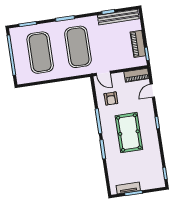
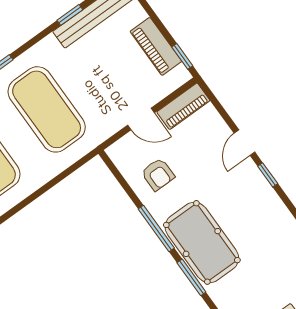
door: (103, 73) -> (141, 119), moved
door: (152, 91) -> (244, 143), moved
pool table: (129, 133) -> (202, 242), moved

